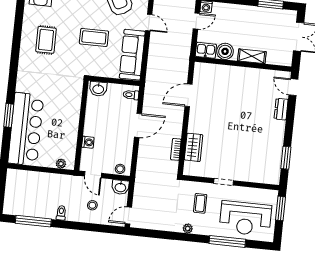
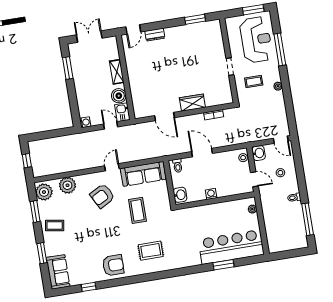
door: (196, 21) -> (111, 125), moved
washing machine: (88, 142) -> (211, 194), moved
wardrobe: (194, 147) -> (192, 103), moved
door: (93, 175) -> (254, 179), hinge flipped
window: (281, 208) -> (253, 10), moved

